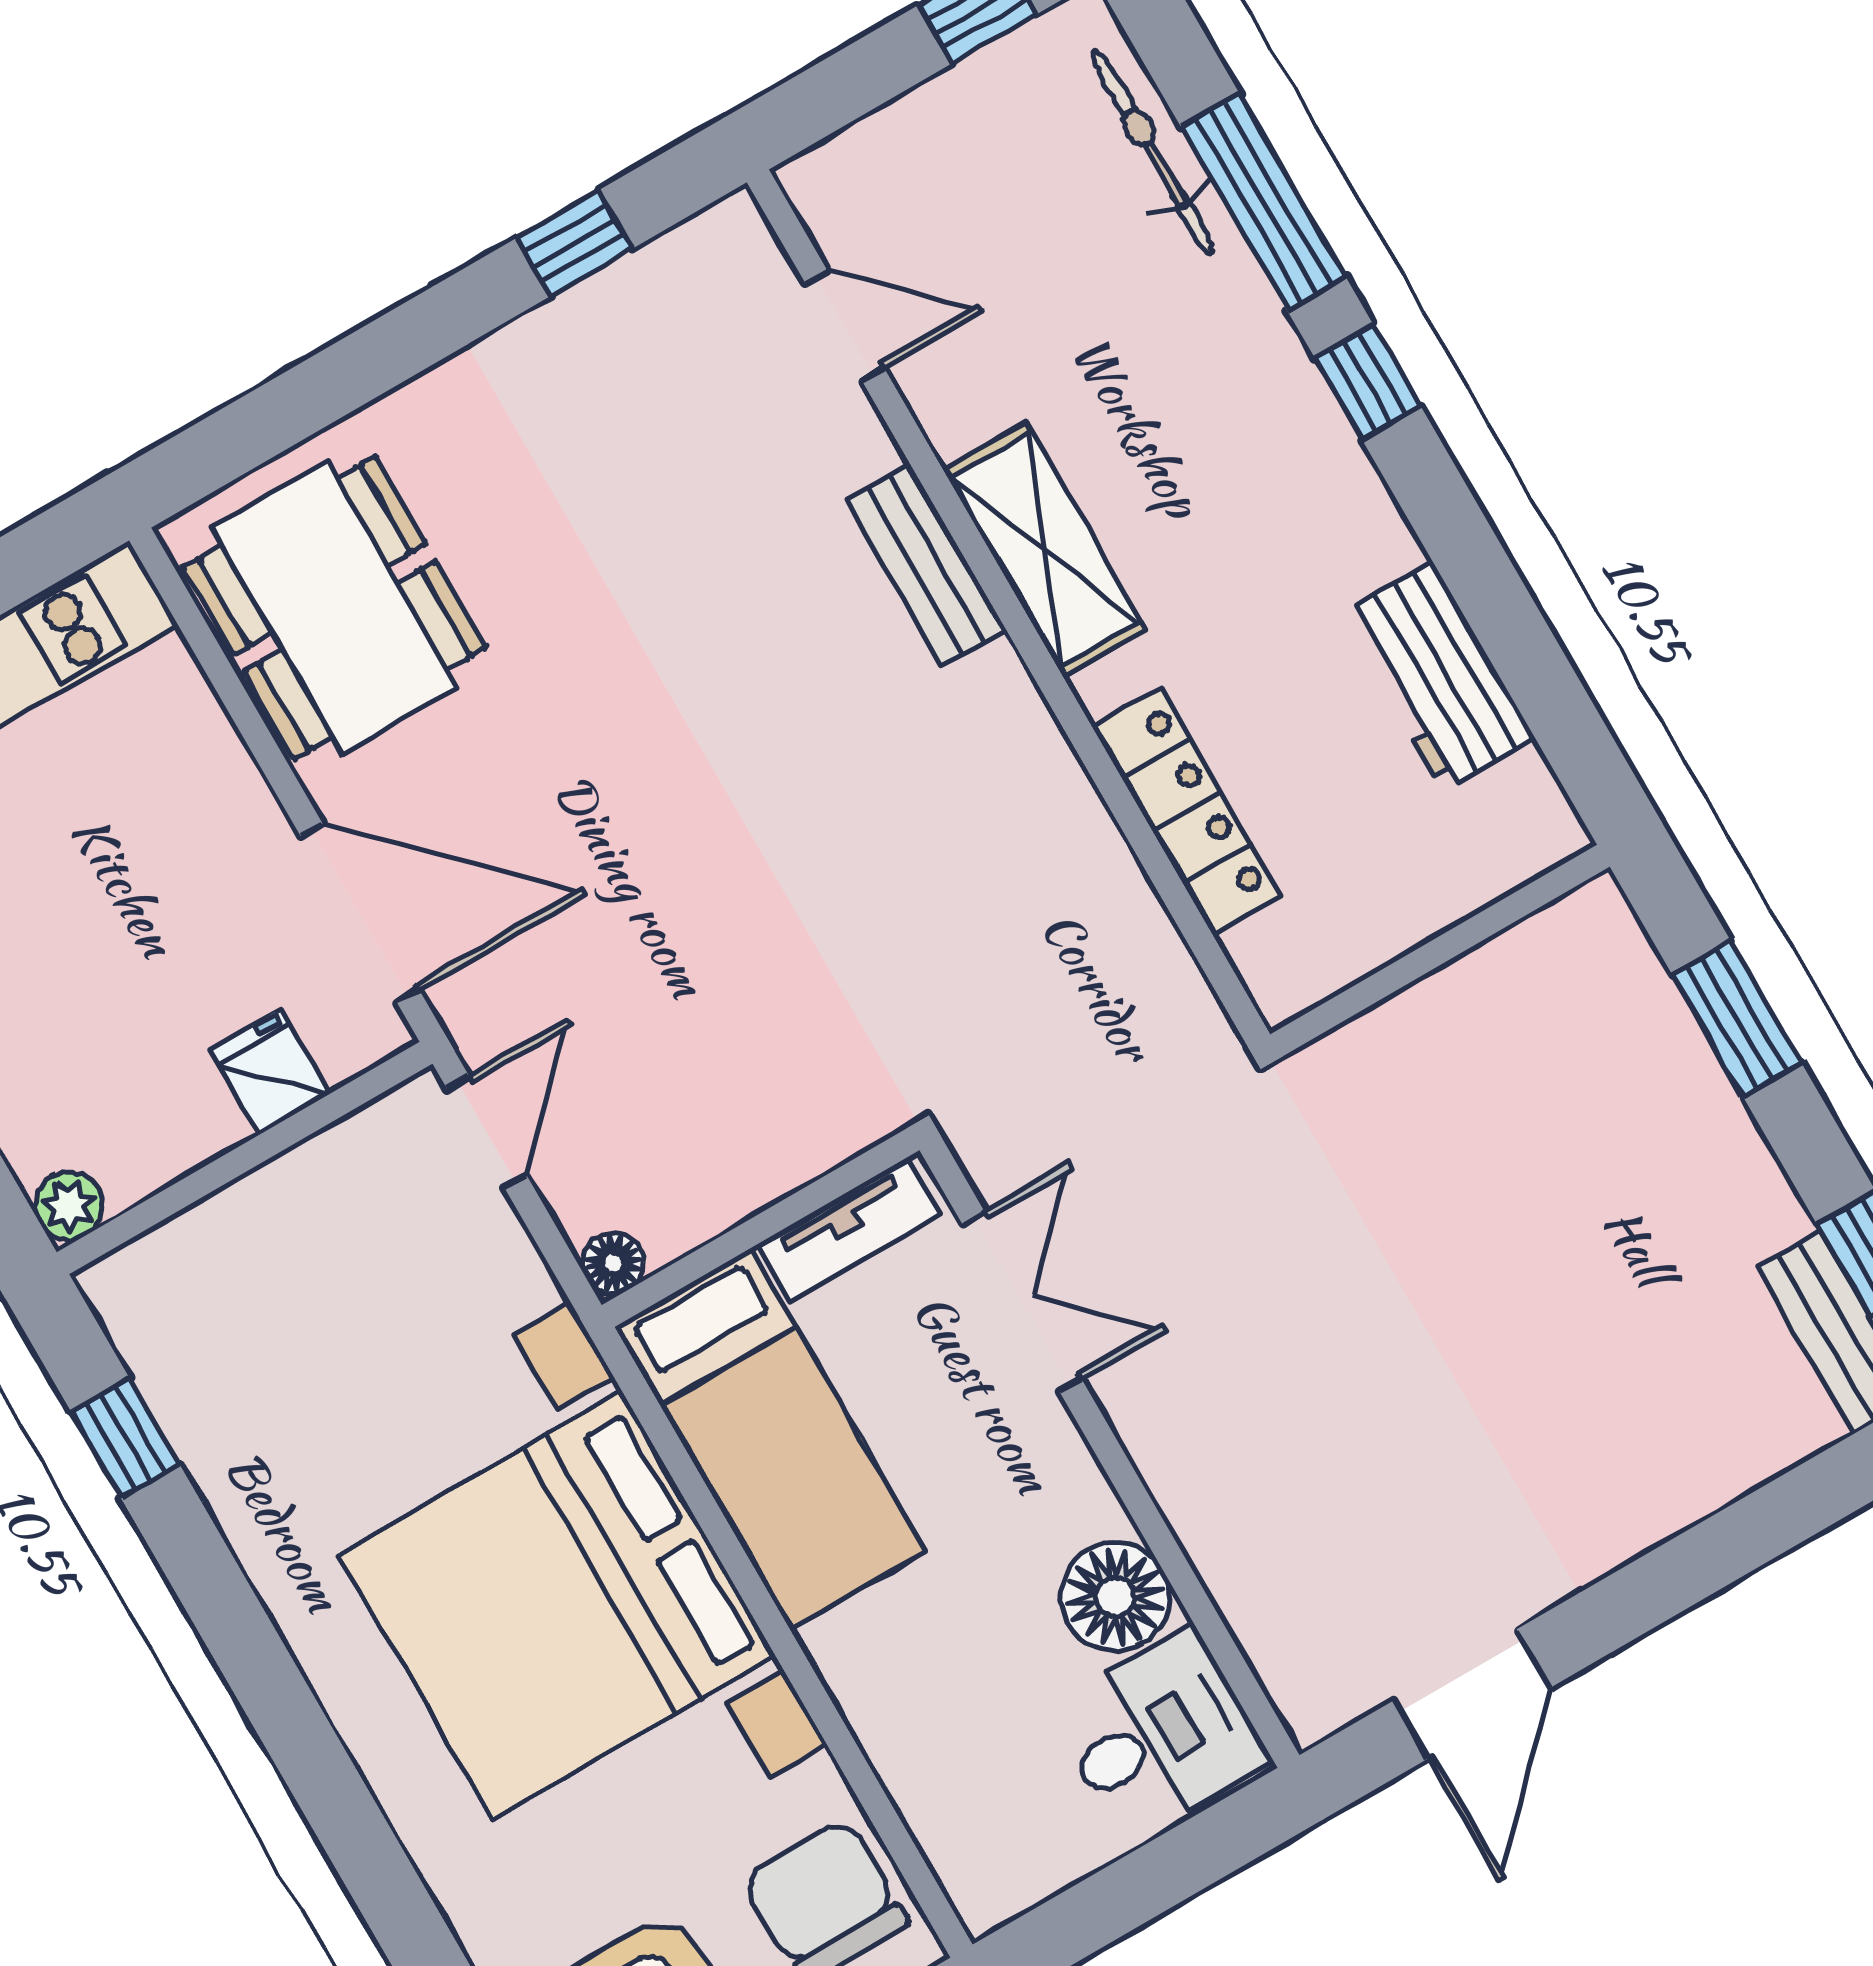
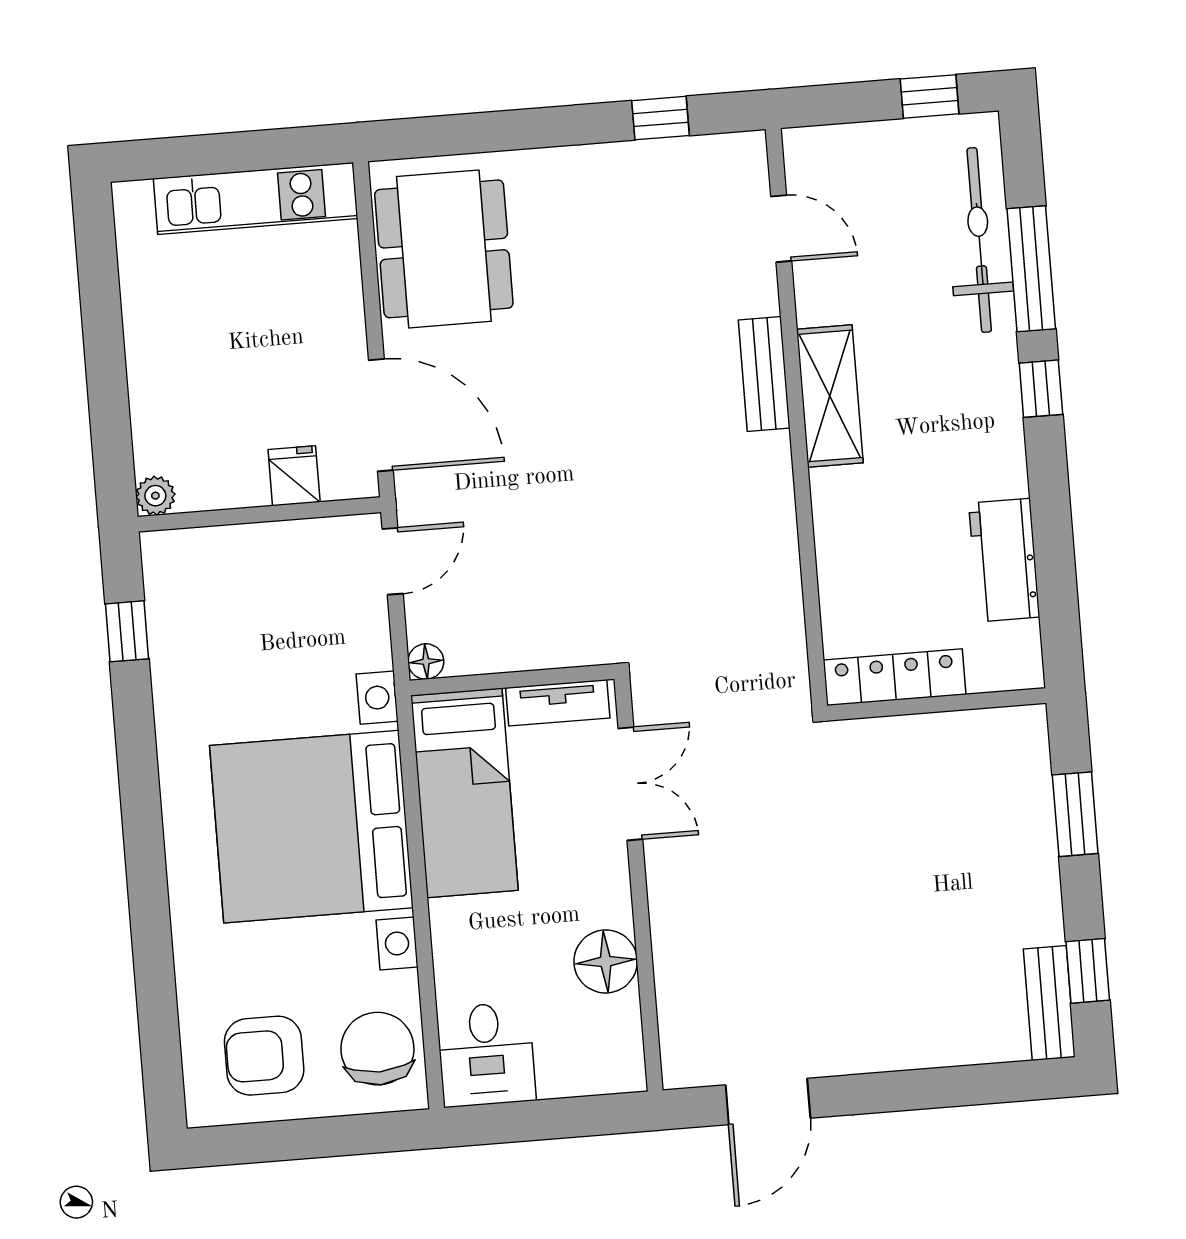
bicycle: (1153, 152) -> (979, 240), width x1.37, depth x1.40
locker: (1187, 811) -> (895, 677), moved, turned -90
desk: (1159, 1735) -> (486, 1054), moved, turned 90

